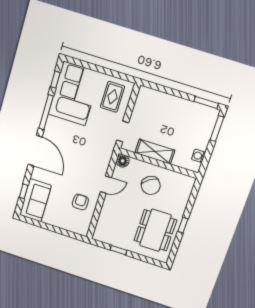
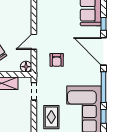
window: (24, 191) -> (103, 24), moved
armchair: (80, 202) -> (57, 60), moved

